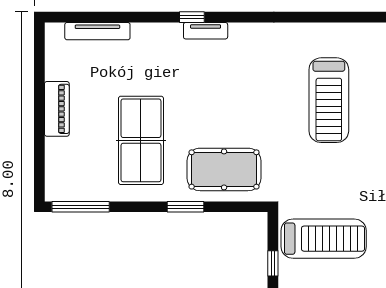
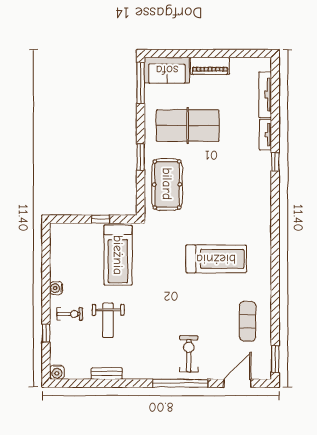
tv unit: (206, 31) -> (265, 135), moved
treadmill: (329, 100) -> (216, 259), turned 180
sofa: (63, 170) -> (167, 70), added

